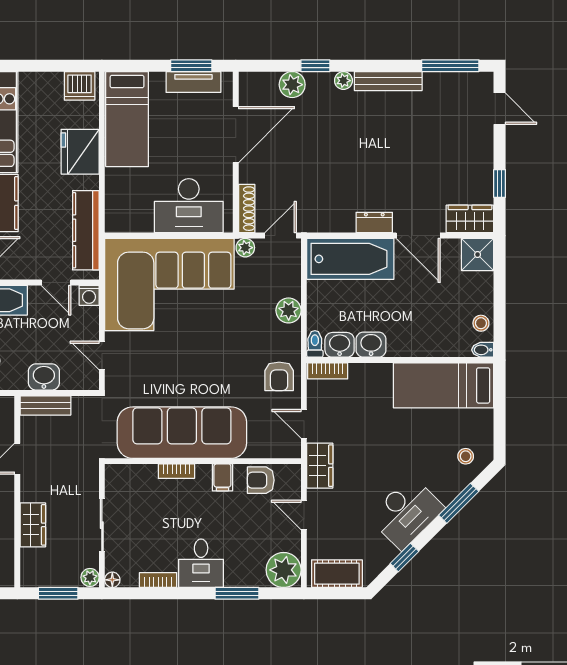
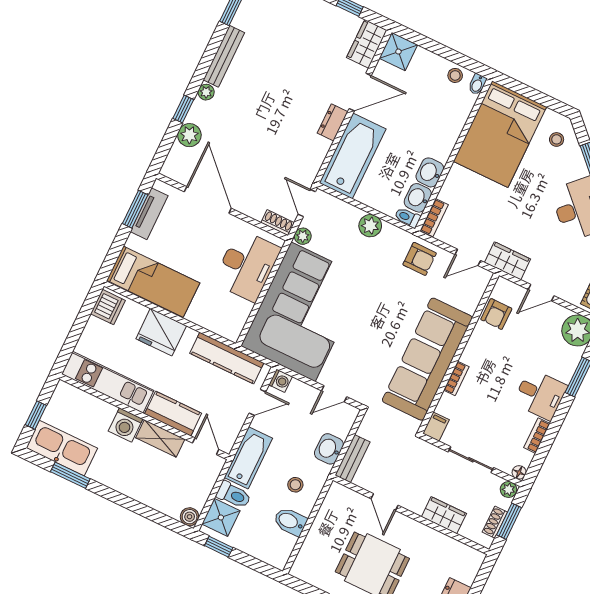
shoe rack: (247, 209) -> (278, 223), width x0.70
bed: (444, 385) -> (500, 134), width x1.50
filing cabinet: (222, 477) -> (436, 427), moved, turned -90
shoe rack: (51, 580) -> (495, 522), added

